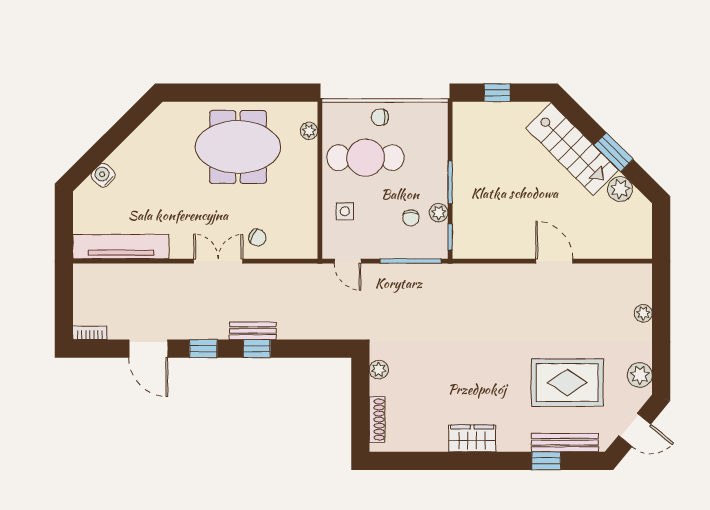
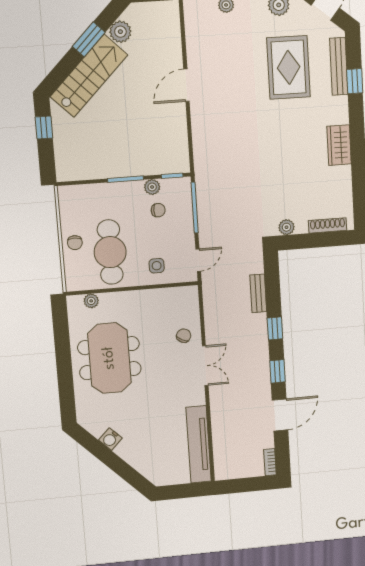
window: (497, 93) -> (44, 128), moved
water cooler: (103, 175) -> (110, 439), moved
double door: (218, 261) -> (205, 366), swing flipped
bench: (253, 331) -> (258, 293), moved

